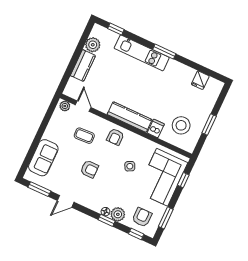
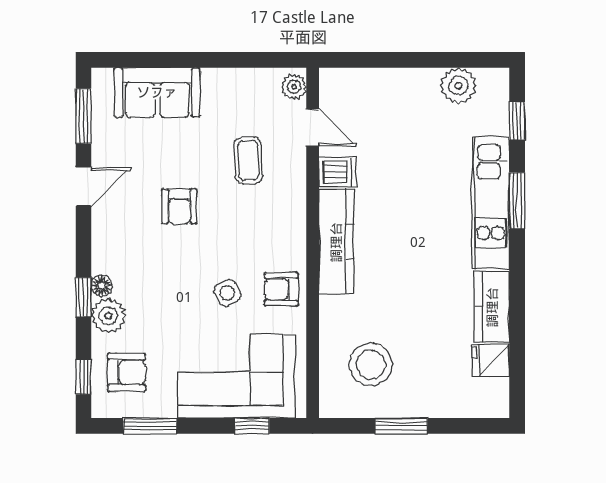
window: (164, 52) -> (517, 201), moved
kitchen counter: (83, 65) -> (492, 307), moved, turned 90
door: (83, 106) -> (313, 127), hinge flipped
dishwasher: (156, 128) -> (338, 172), moved
armchair: (115, 137) -> (281, 289), moved
door: (66, 201) -> (84, 187), swing flipped

